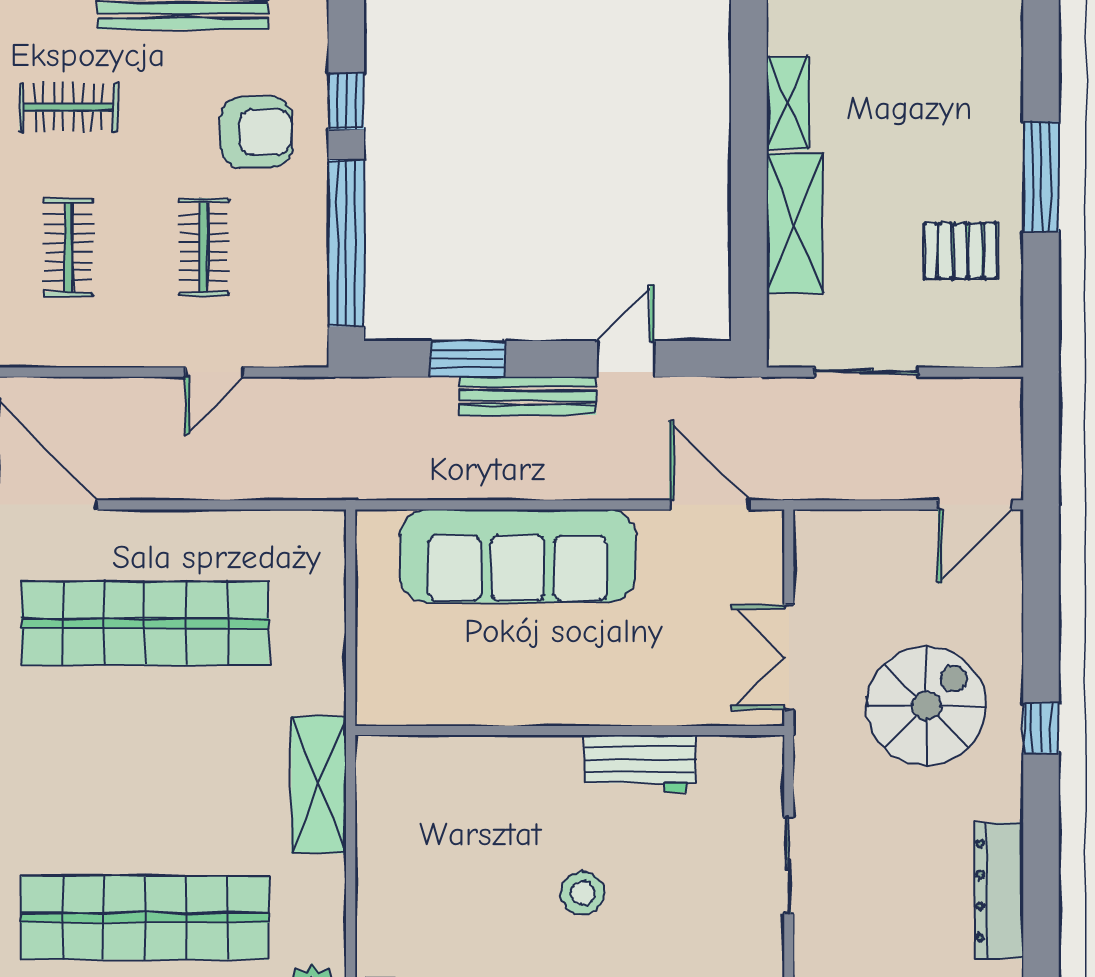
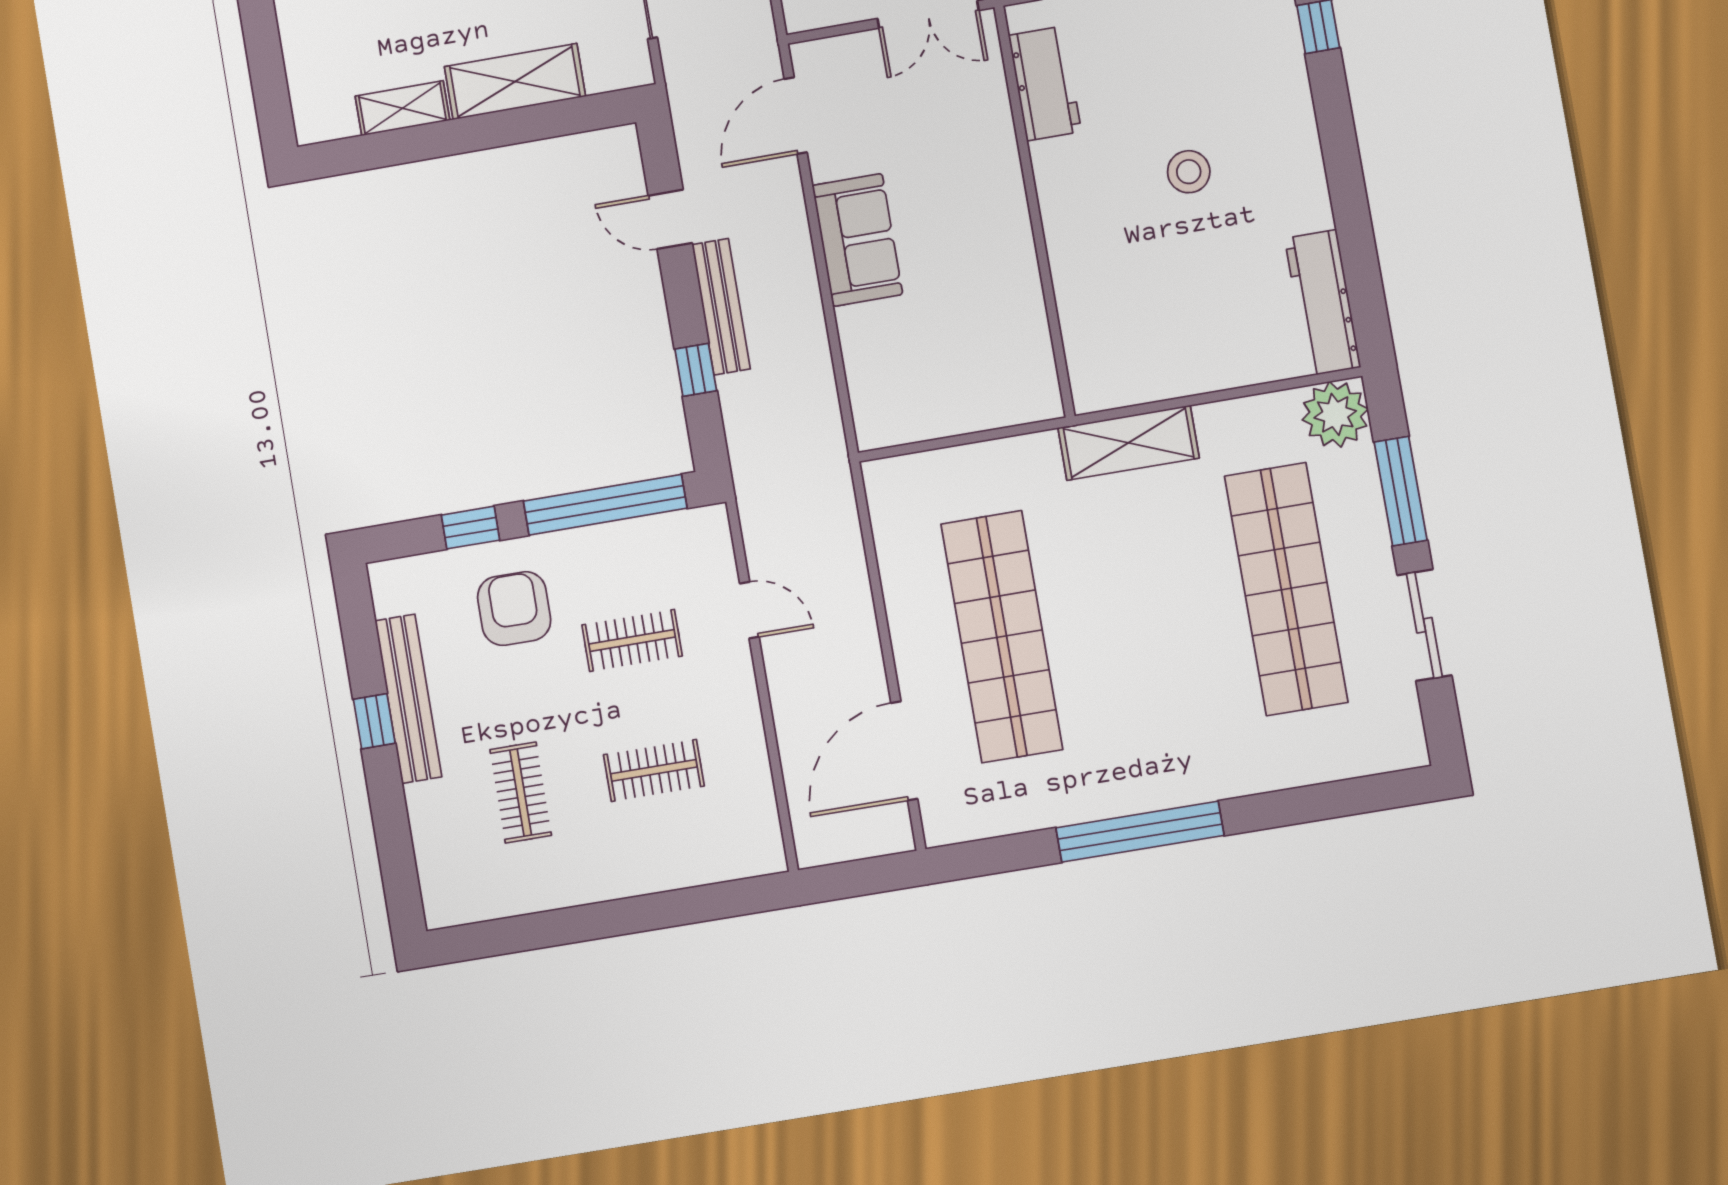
window: (468, 359) -> (696, 370), width x0.67
sofa: (518, 556) -> (857, 240), width x0.54, depth x0.79
workbench: (640, 764) -> (1045, 83), moved

